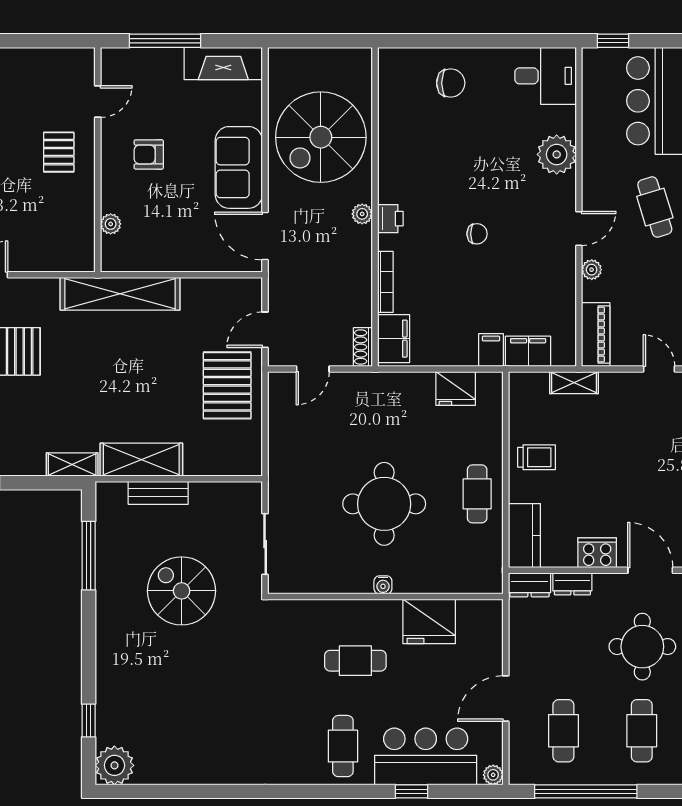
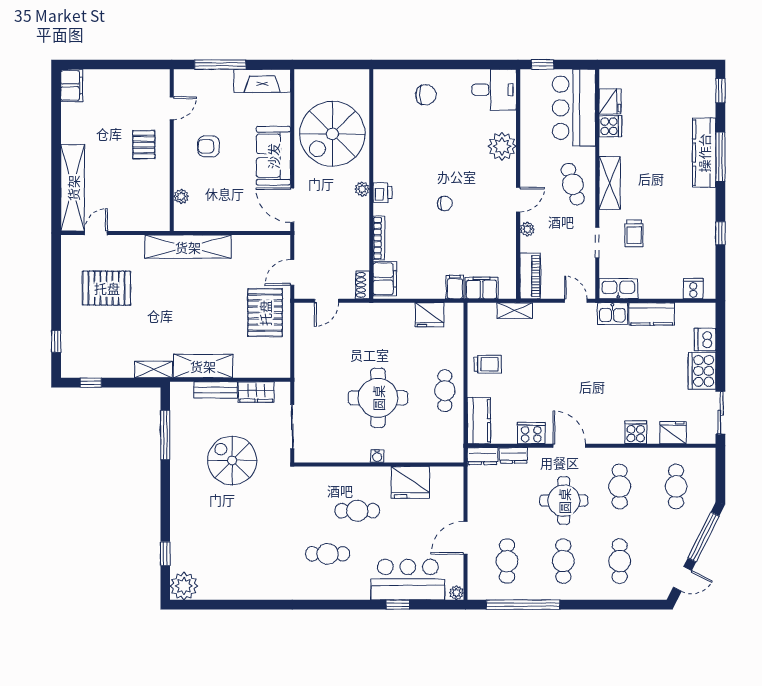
wardrobe: (215, 496) -> (256, 392), added
cafe table: (343, 746) -> (328, 554), moved, turned 90

